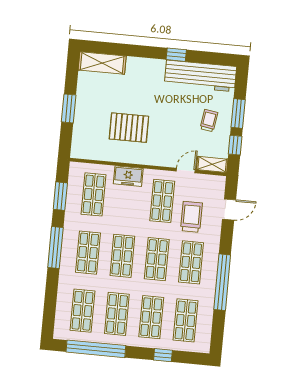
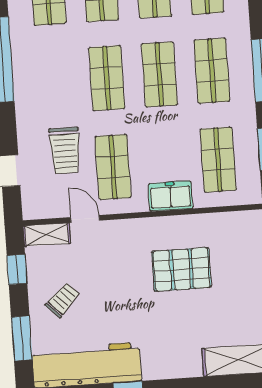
window: (238, 113) -> (22, 338), moved
trolley: (209, 121) -> (63, 300), turned -144
door: (186, 171) -> (85, 219), swing flipped
shop shelf: (191, 262) -> (54, 82), removed

